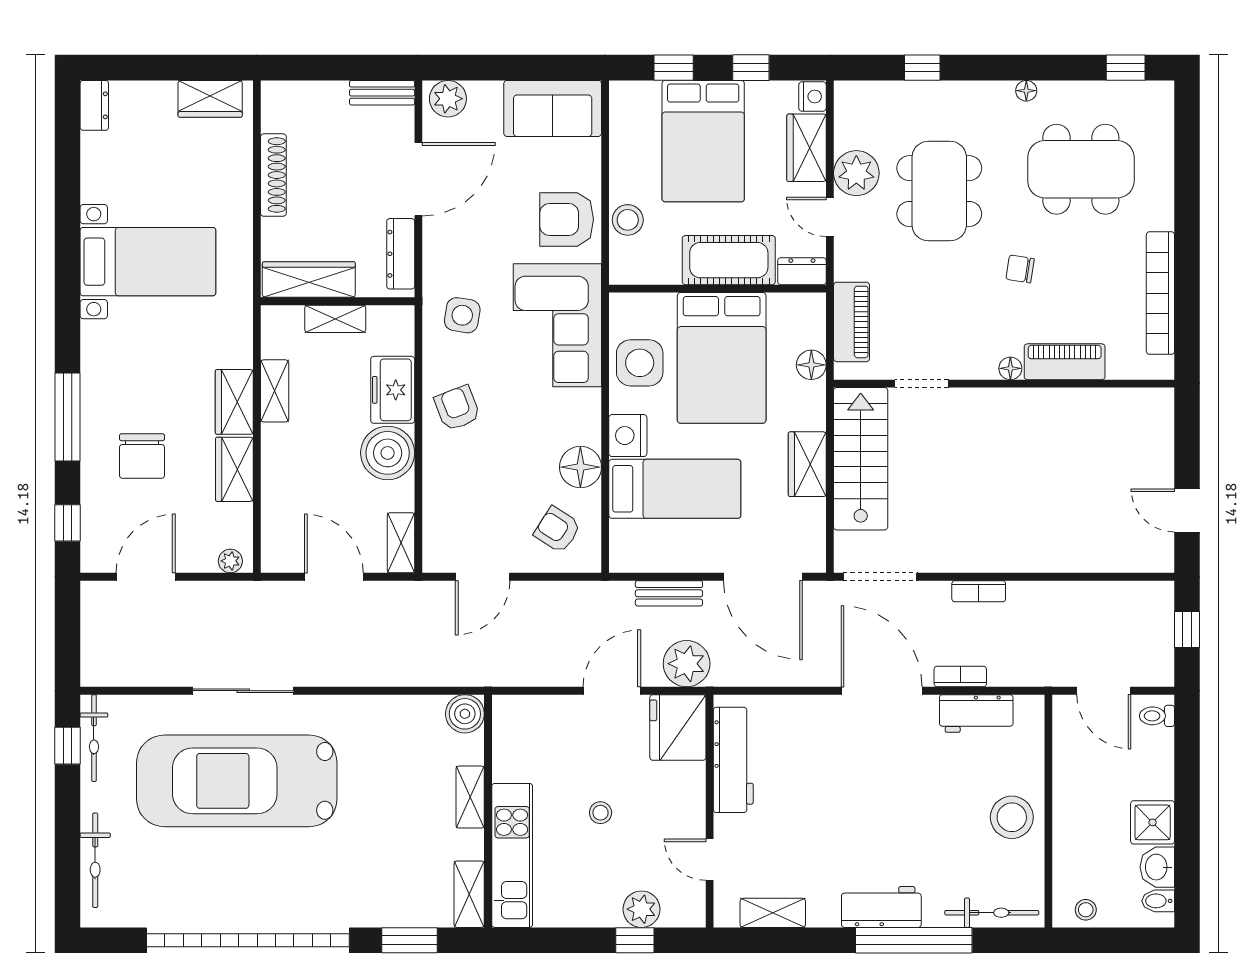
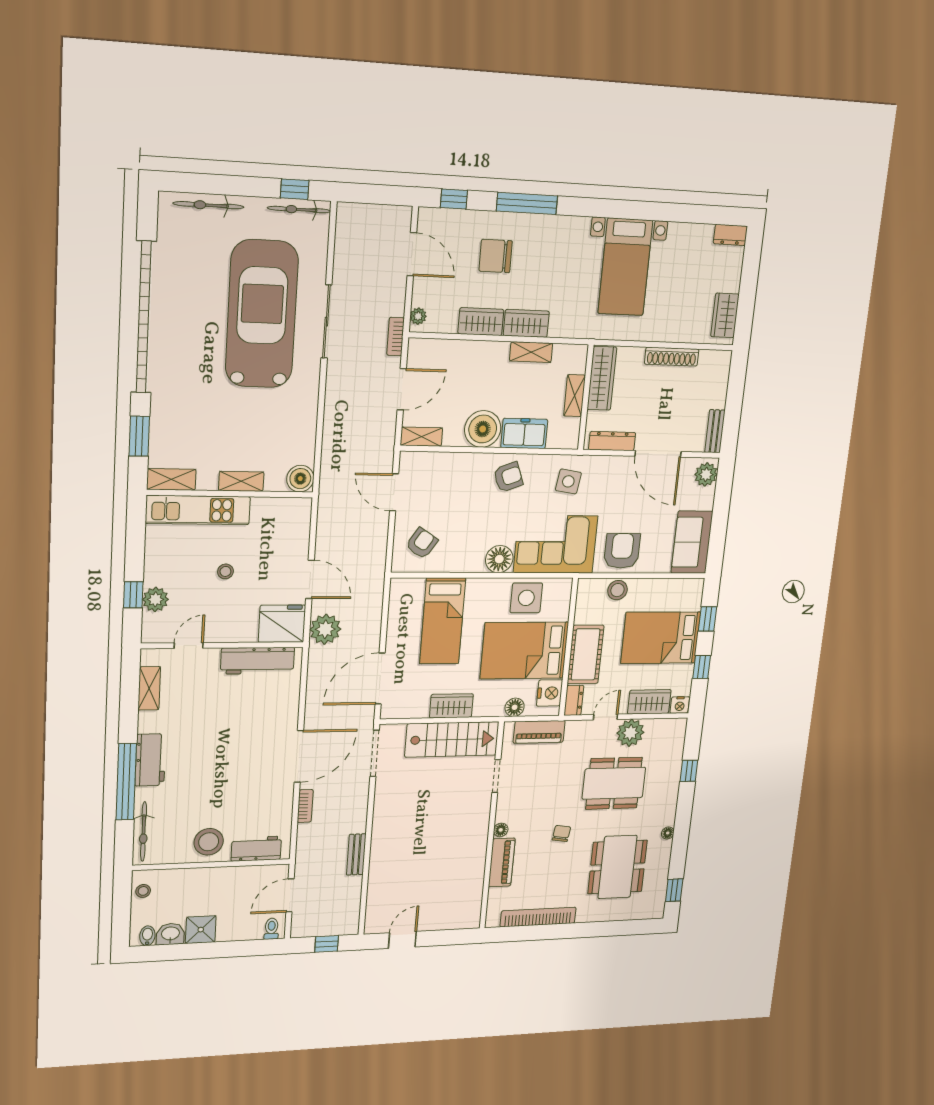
nightstand: (628, 436) -> (550, 693), moved, turned 90
floor lamp: (580, 467) -> (499, 559), moved
bookcase: (979, 591) -> (396, 336), moved
bench: (669, 593) -> (356, 854), moved
workbench: (976, 713) -> (256, 849), moved, turned 90

